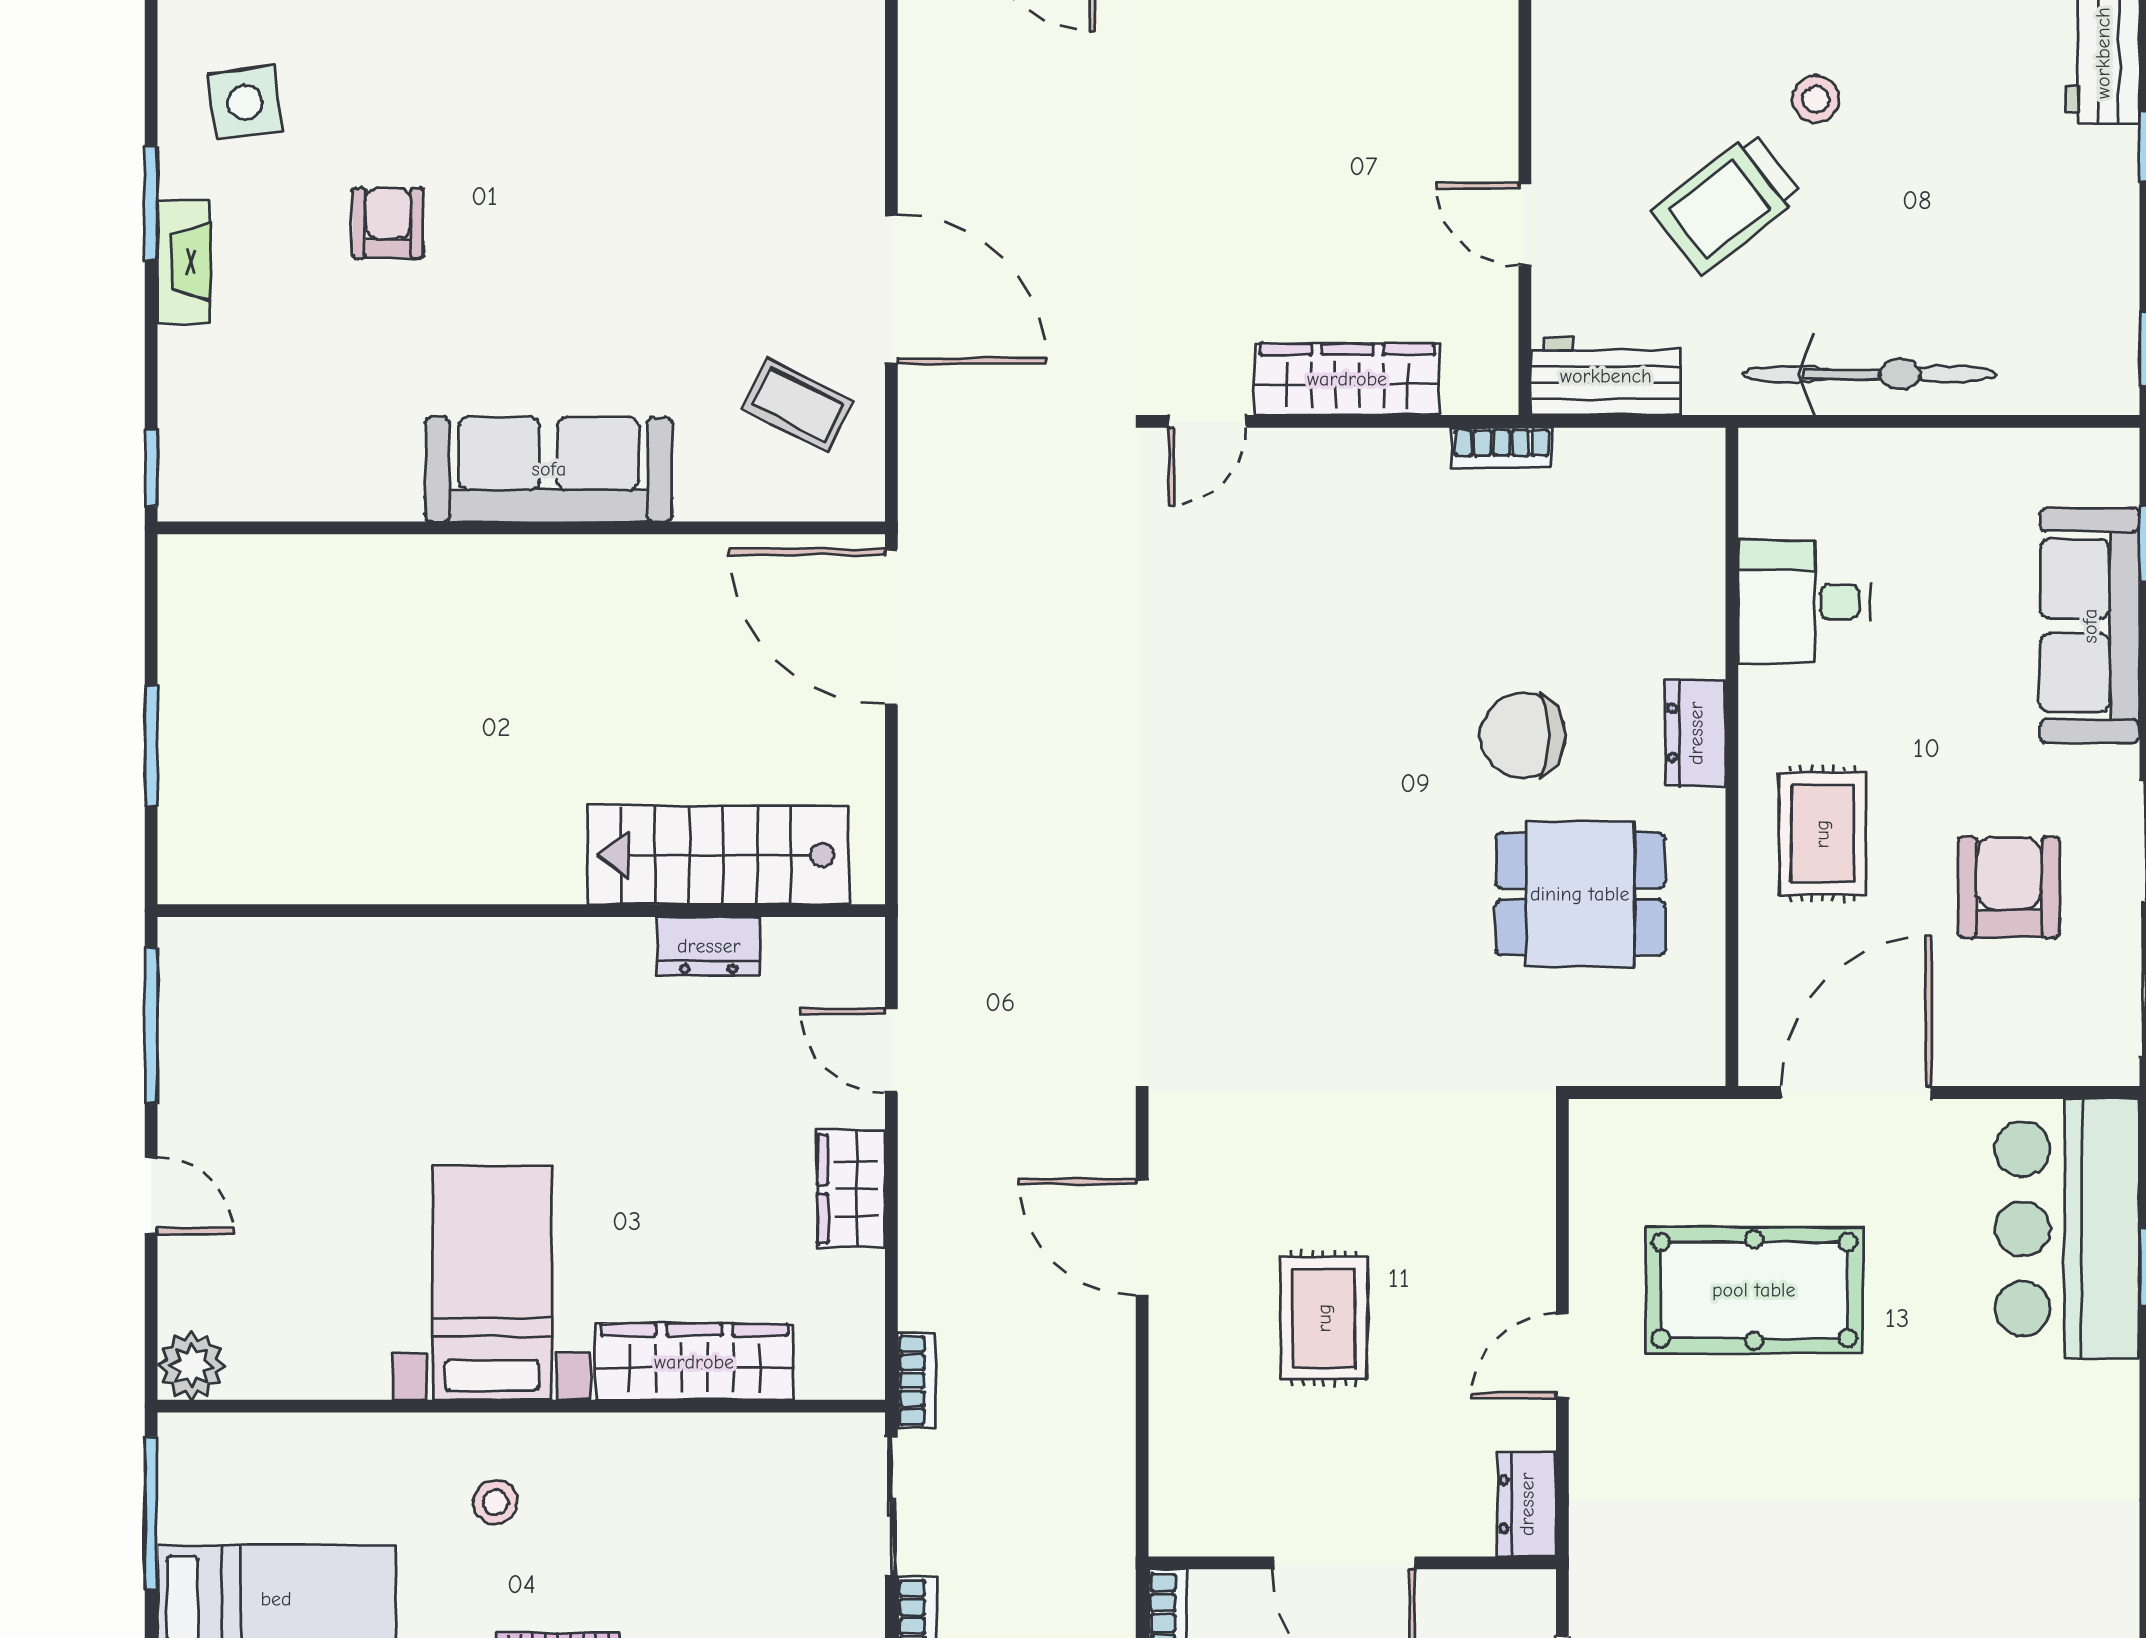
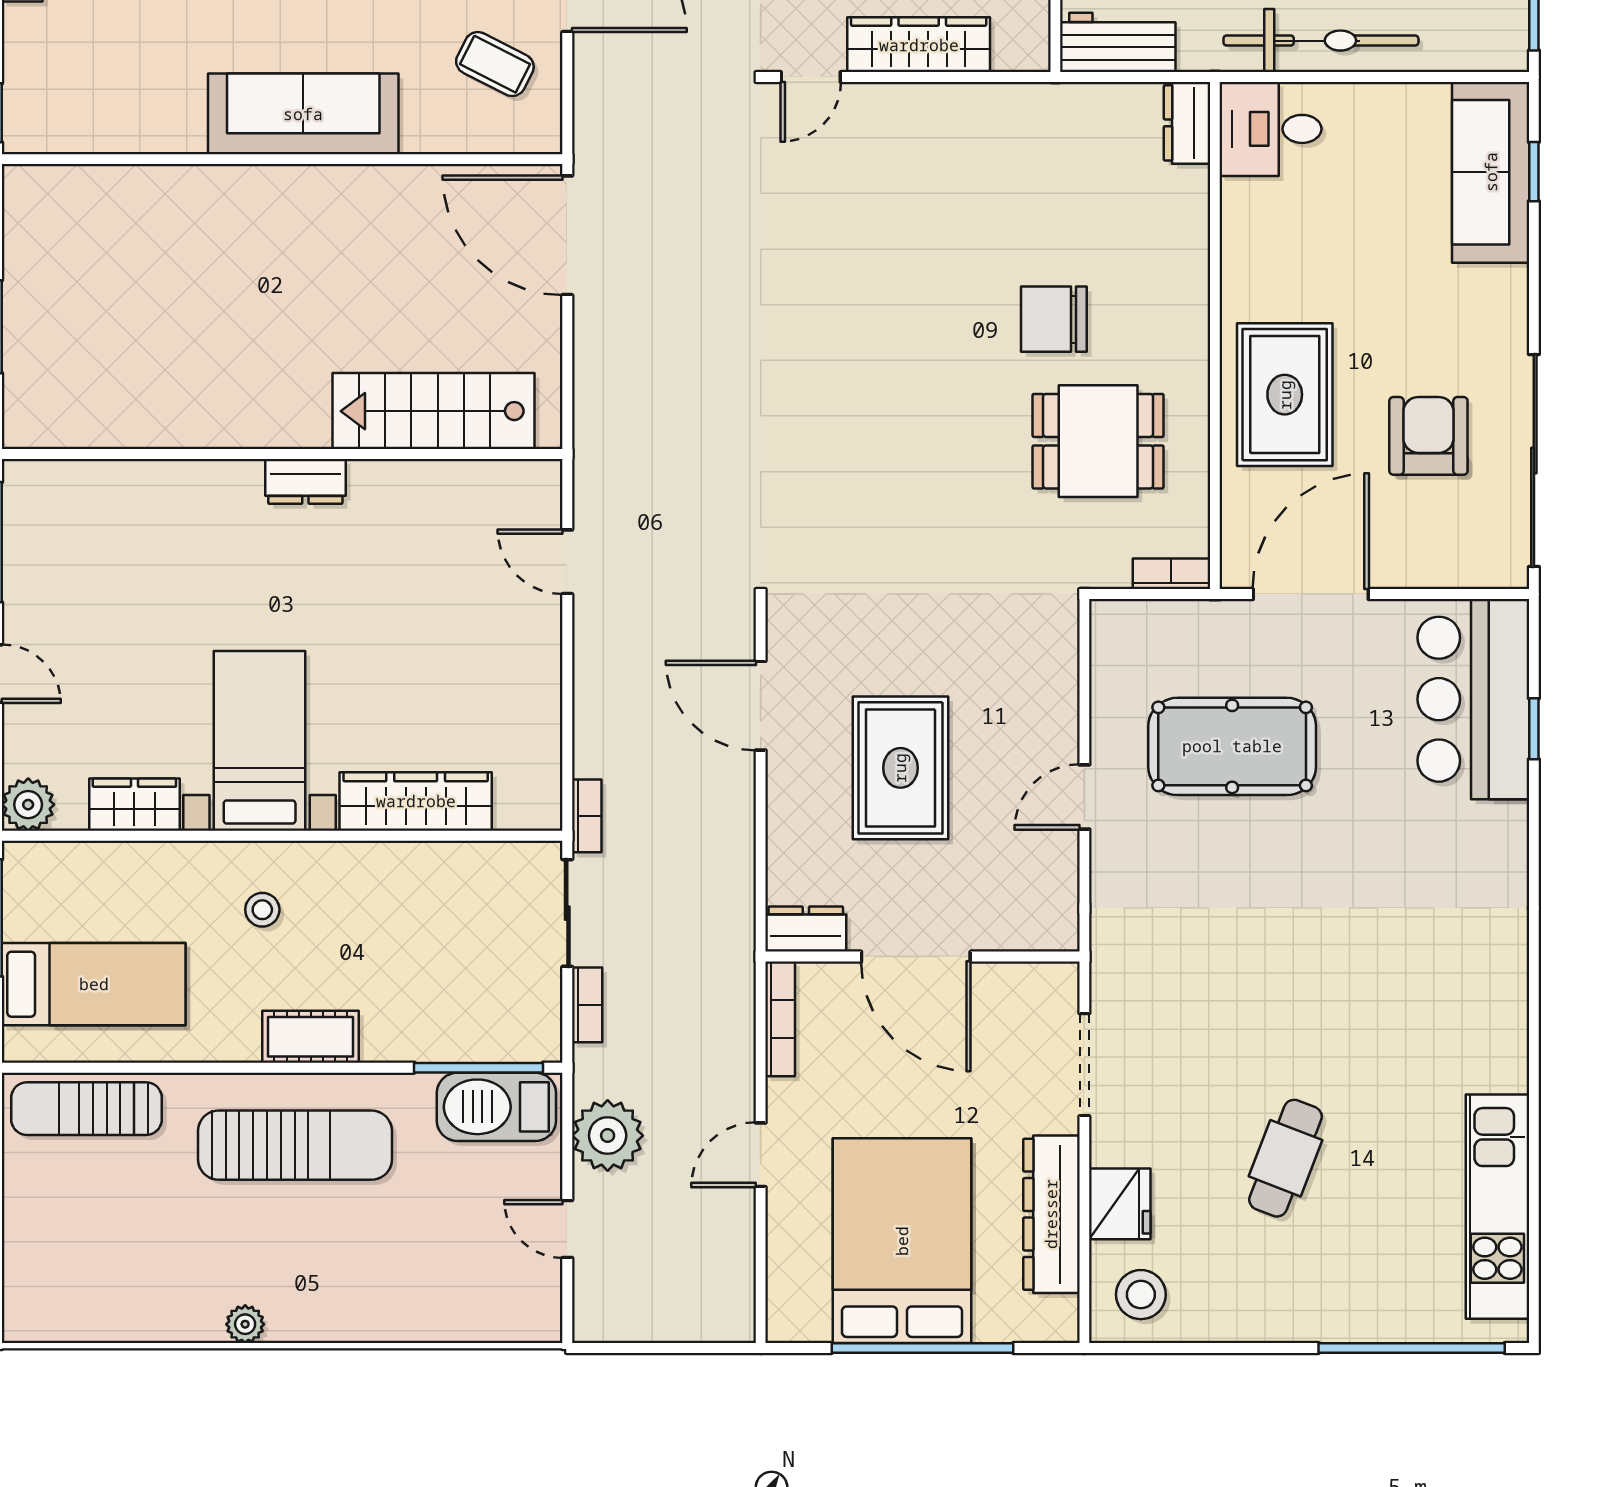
bookcase: (1501, 448) -> (1171, 574), moved, turned 180
desk: (1804, 602) -> (1271, 129), moved
sofa: (2090, 626) -> (1491, 172), moved
dresser: (1696, 733) -> (1187, 123), moved
rug: (1822, 834) -> (1285, 395), width x1.36, depth x1.43
dresser: (709, 946) -> (305, 481), moved
wardrobe: (851, 1189) -> (134, 805), moved, turned 90
rug: (1324, 1318) -> (900, 768), width x1.36, depth x1.43
dresser: (1527, 1504) -> (806, 929), moved, turned 90

